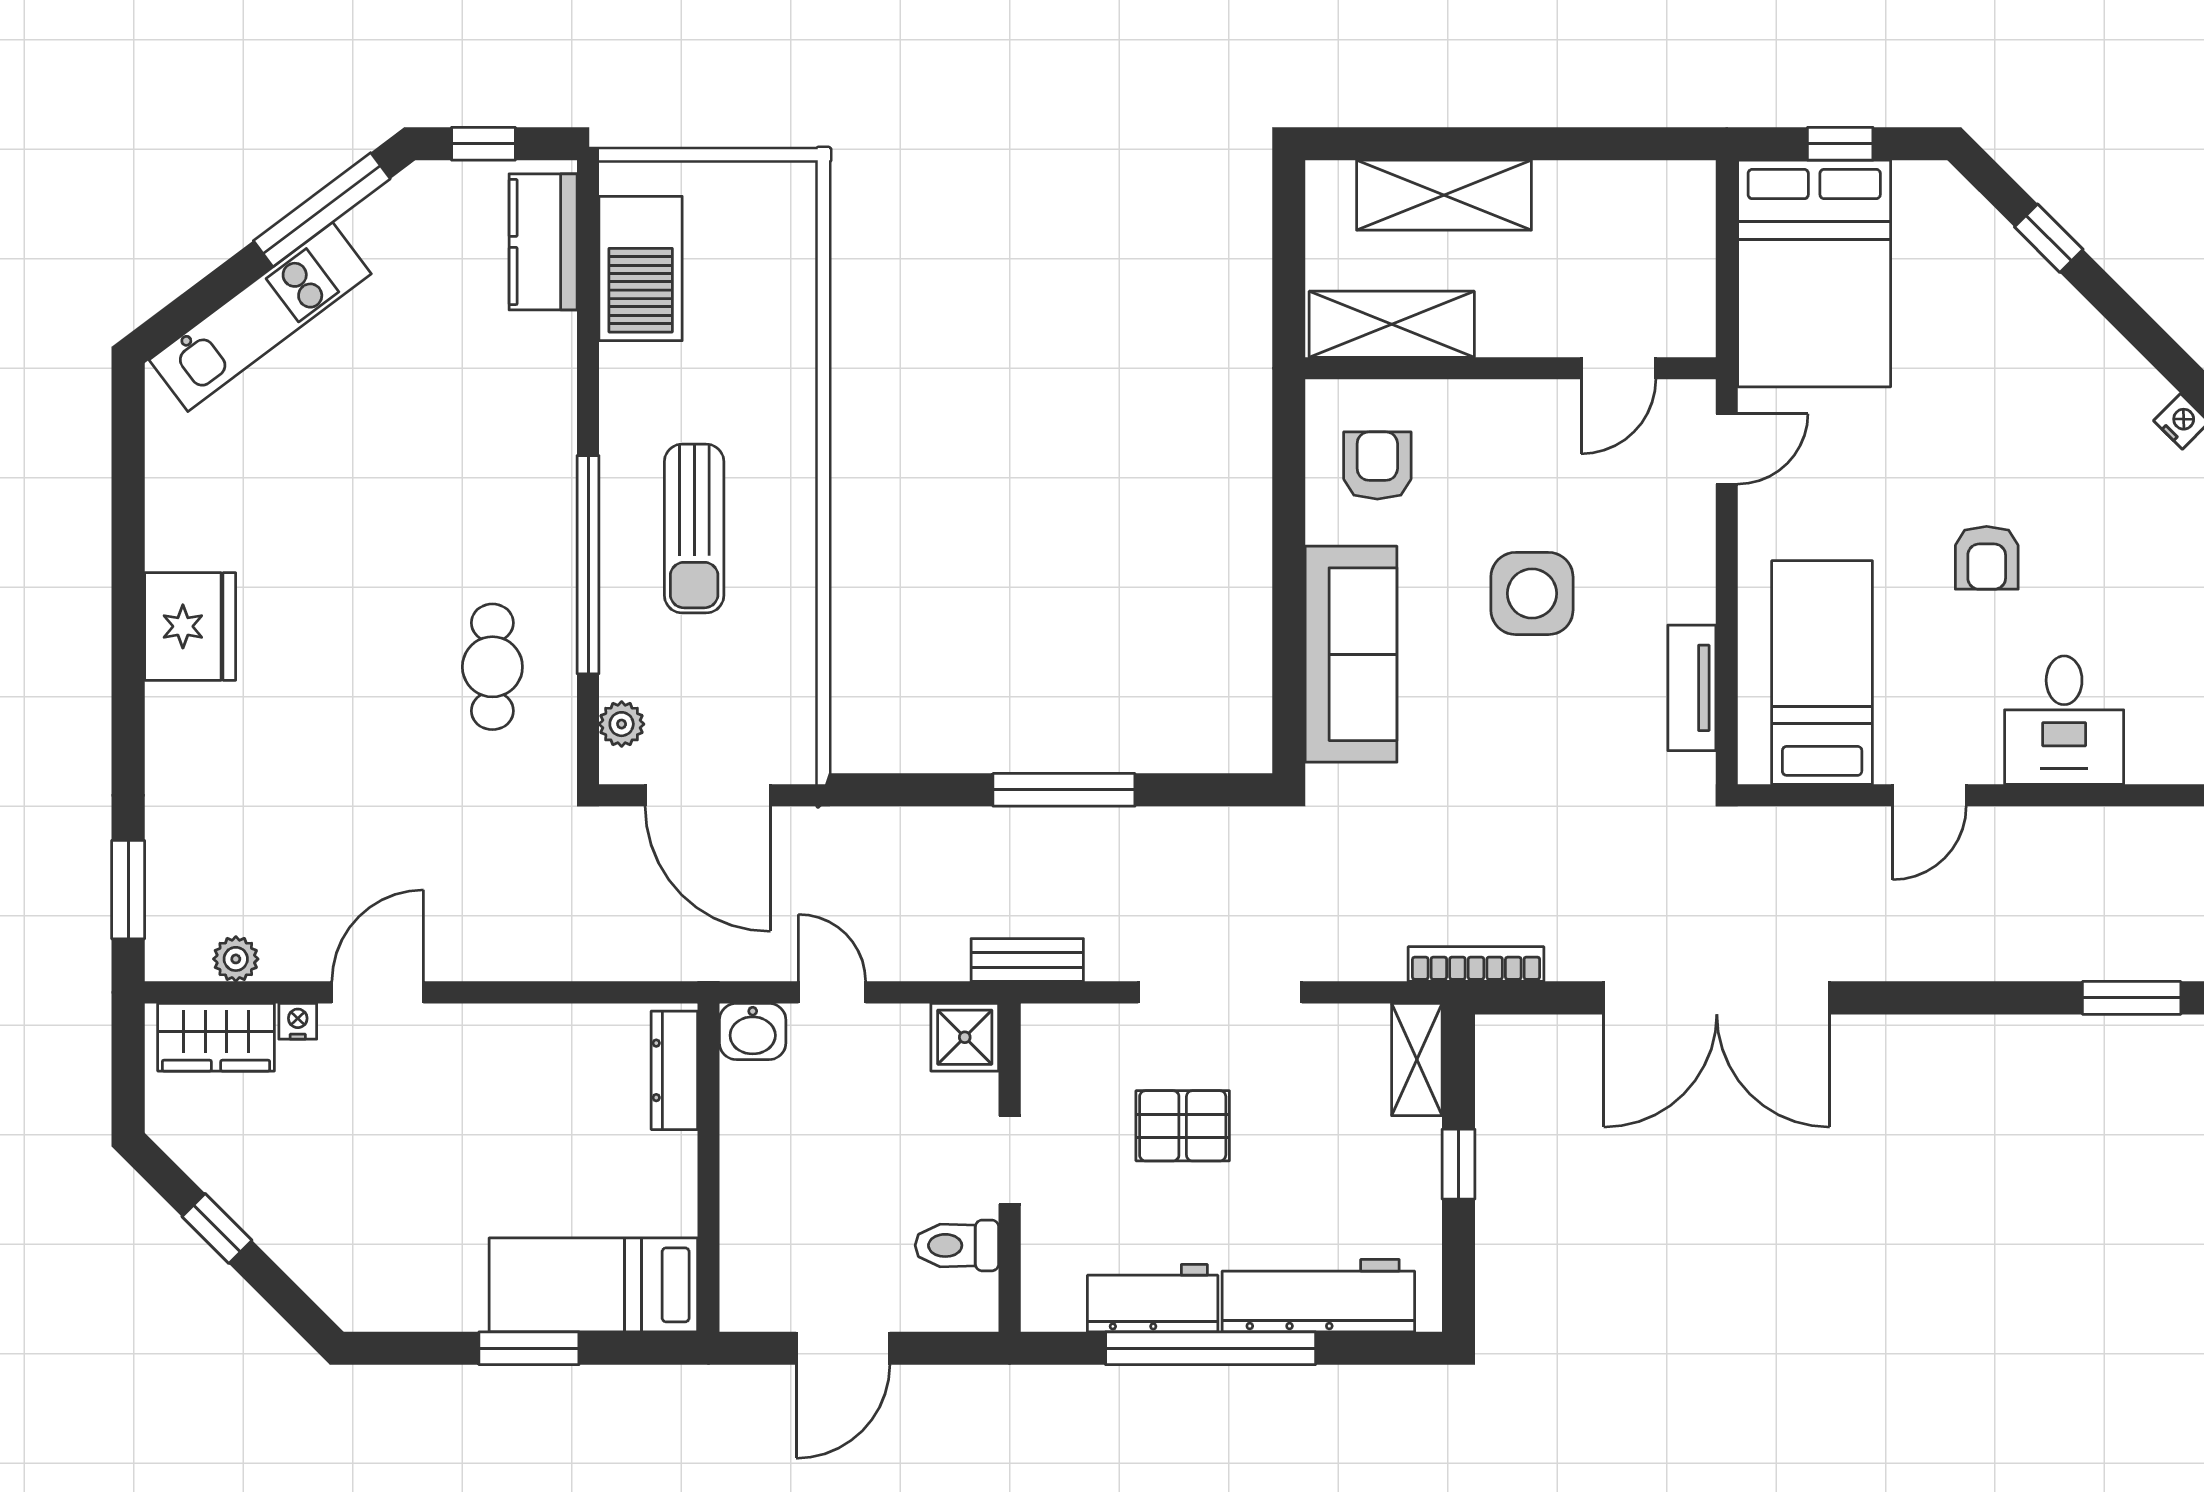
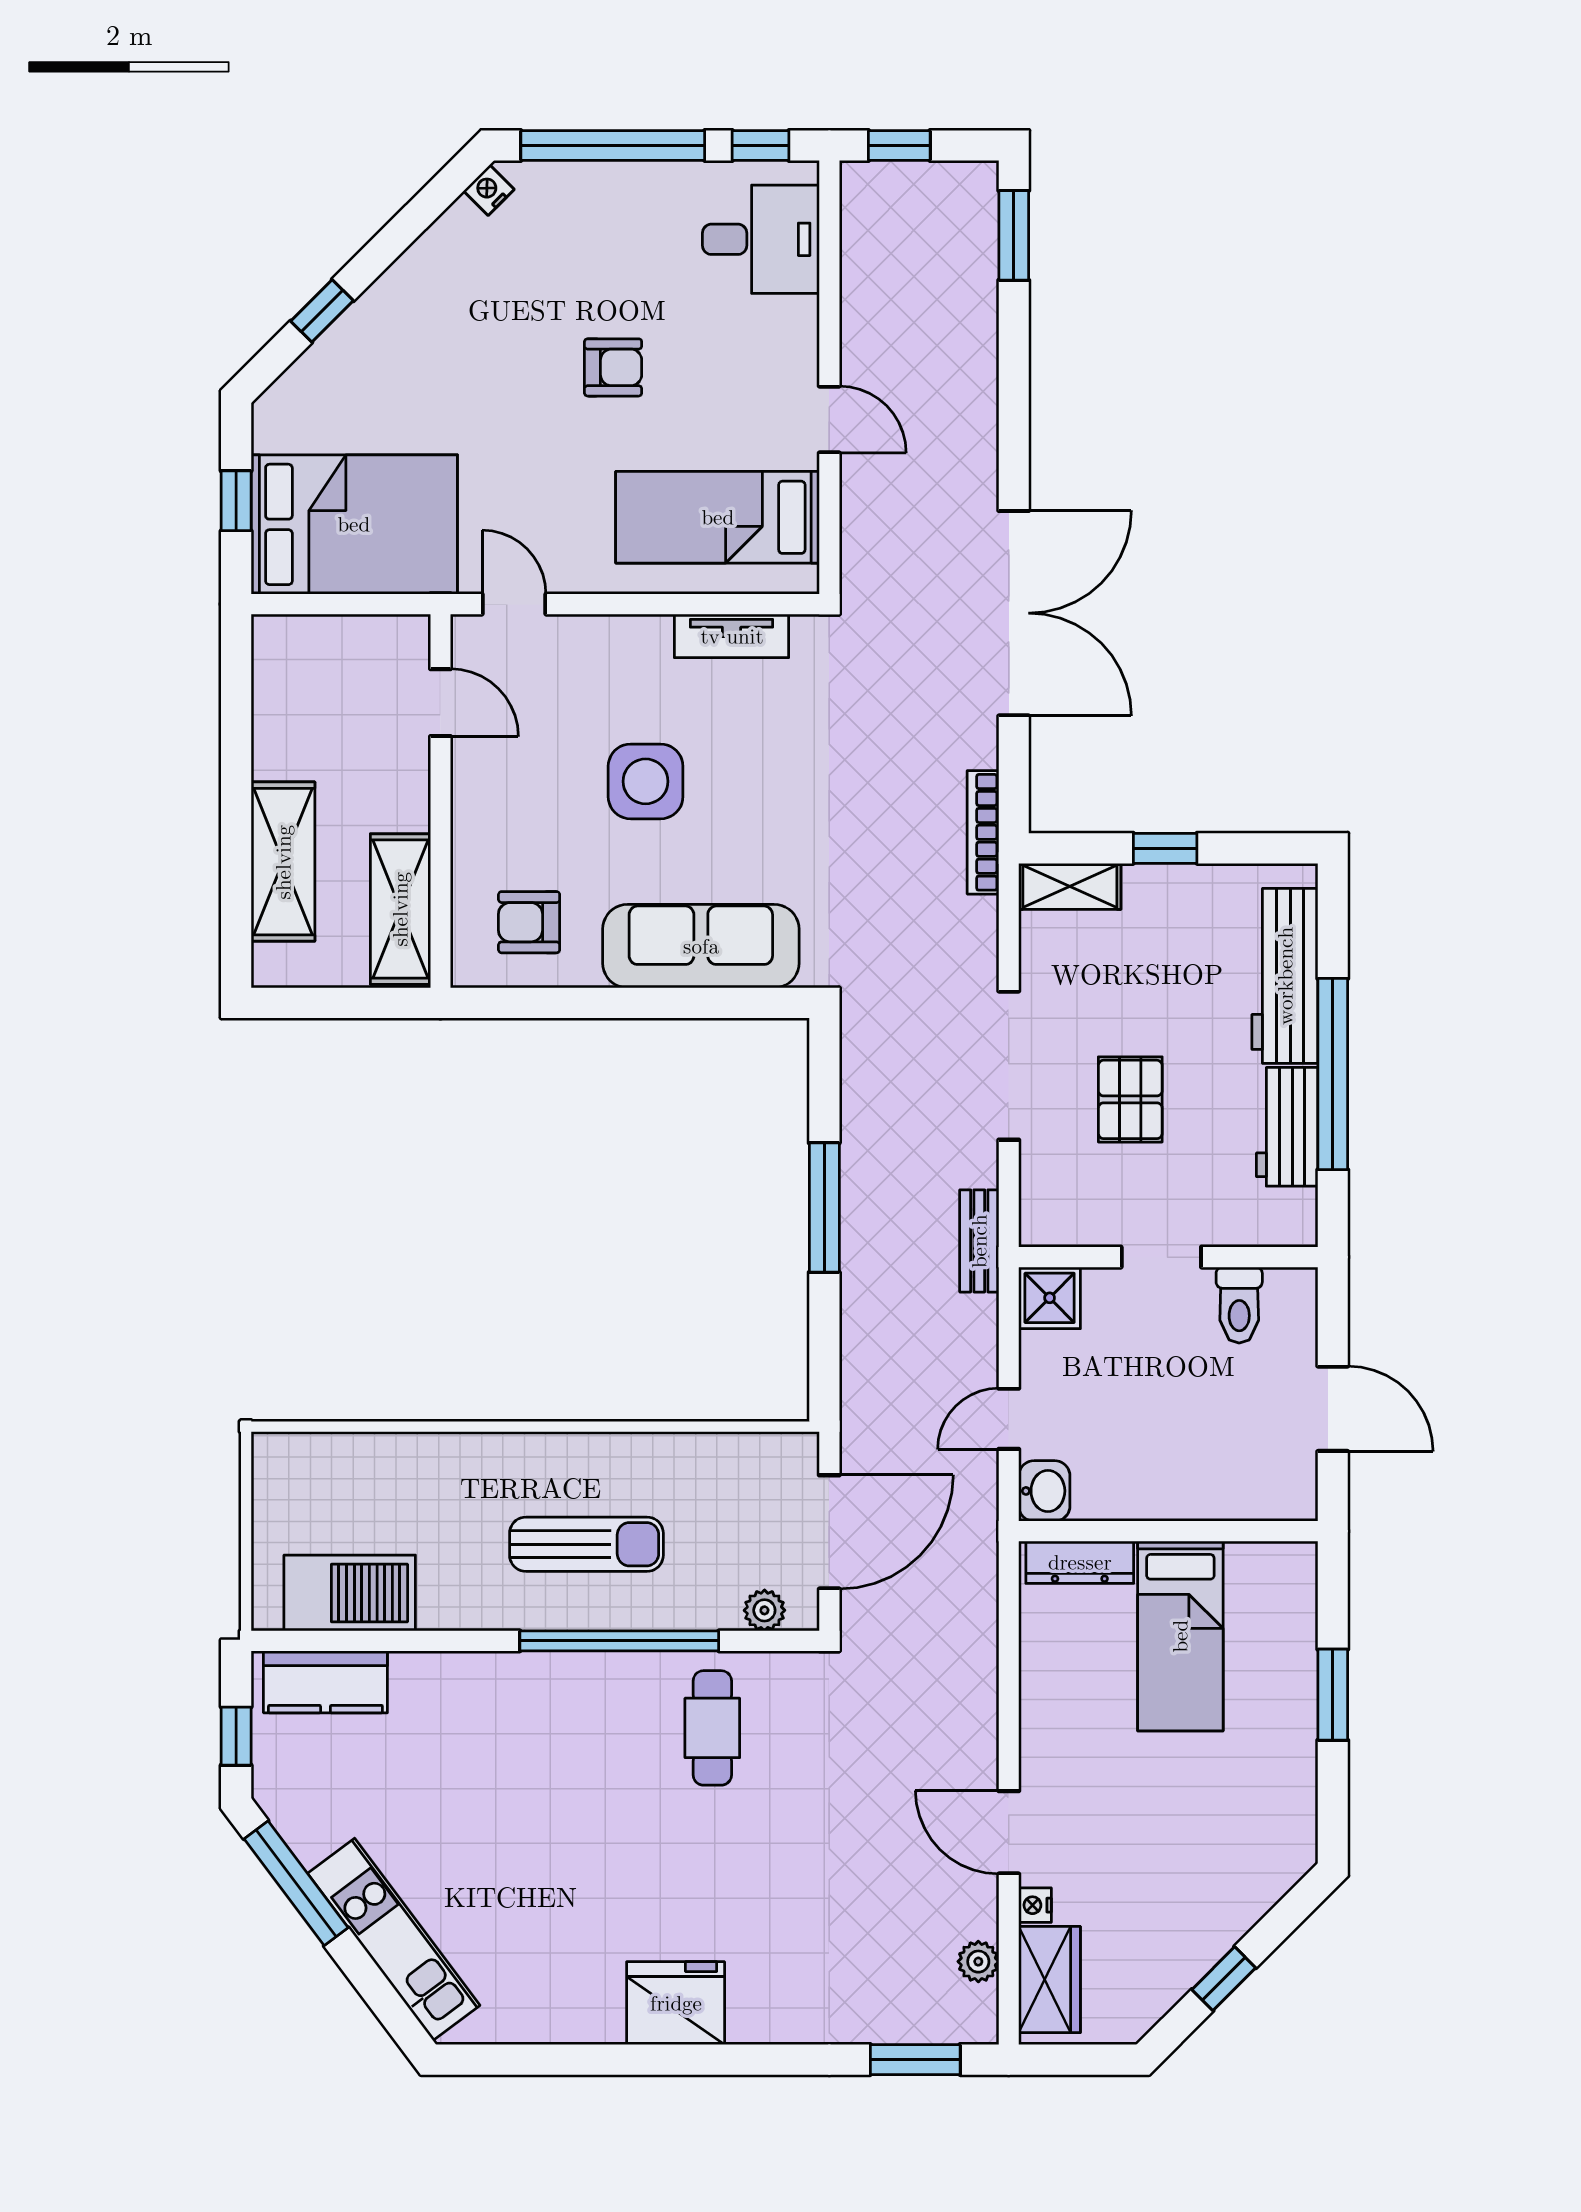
cafe table: (492, 667) -> (712, 1728), turned 90
desk: (2064, 720) -> (761, 239), moved
bed: (593, 1285) -> (1180, 1636), moved

